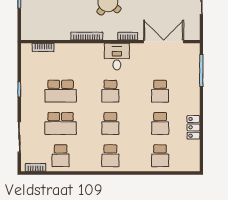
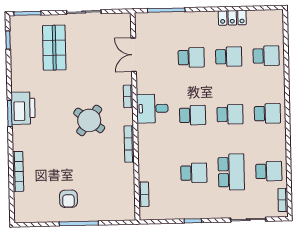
double door: (164, 42) -> (134, 55), width x0.73
school desk: (61, 91) -> (194, 173), width x0.54

